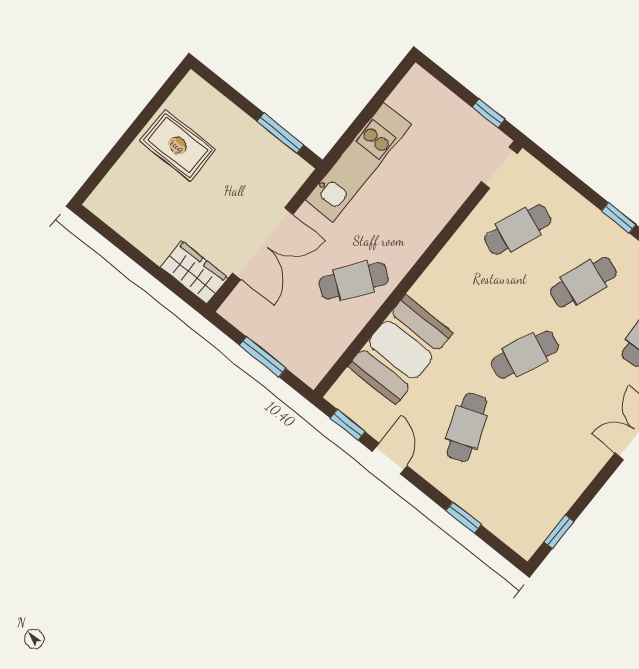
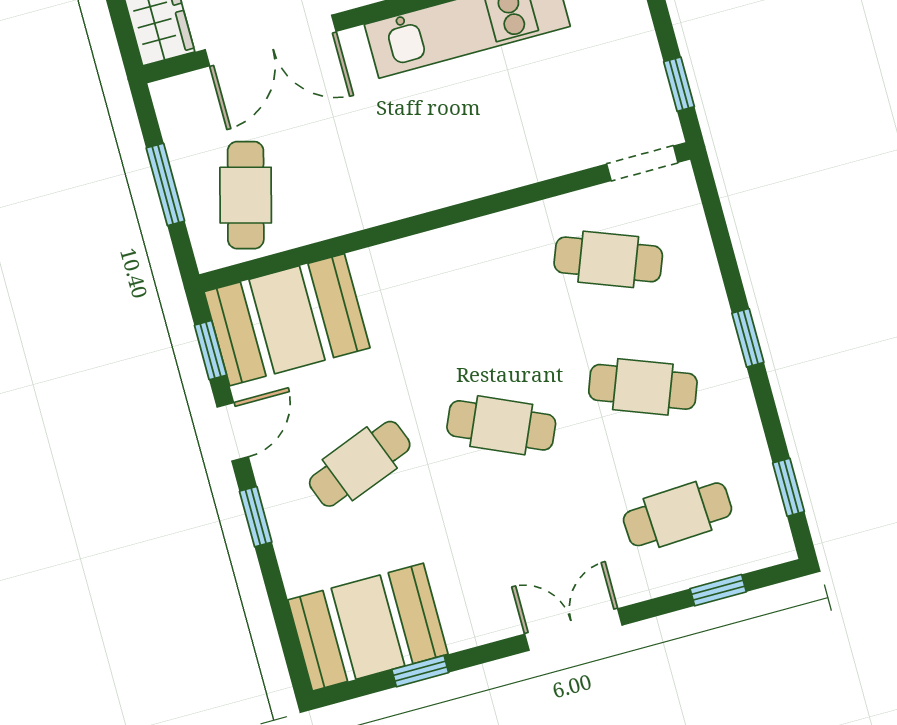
cafe table: (354, 281) -> (246, 195), moved, turned 68
booth: (400, 350) -> (287, 320), moved
booth: (532, 508) -> (368, 627), added
window: (464, 518) -> (256, 517), moved
window: (559, 532) -> (420, 671), moved

